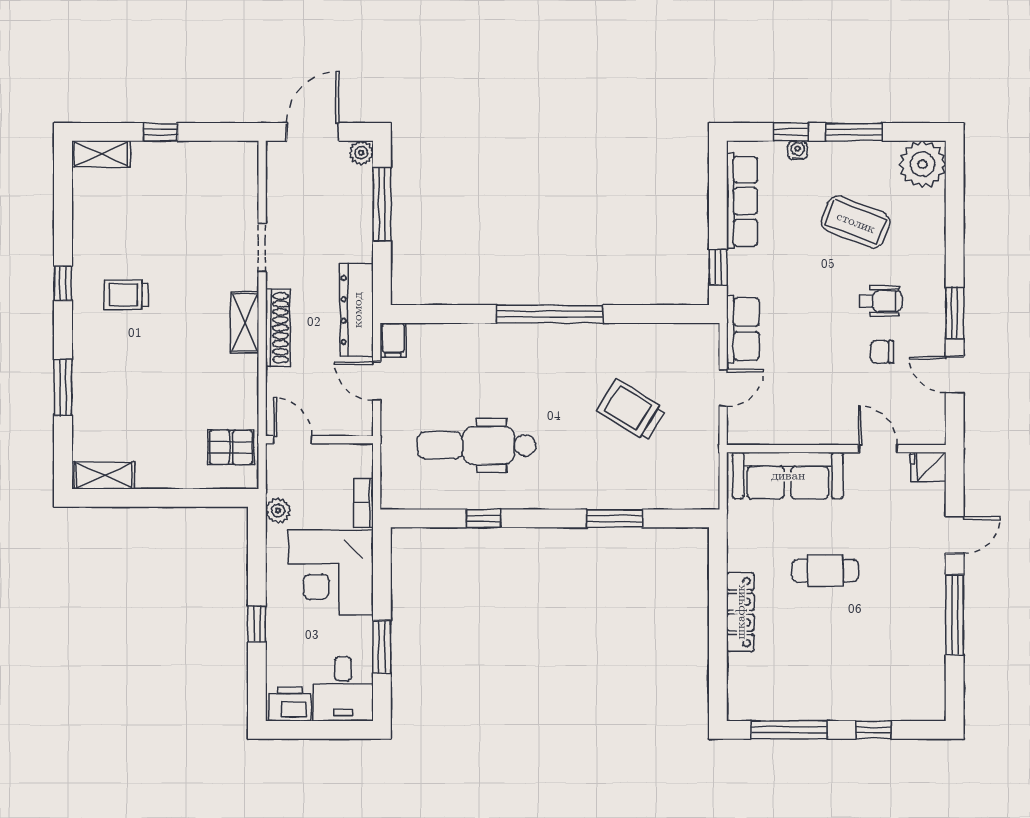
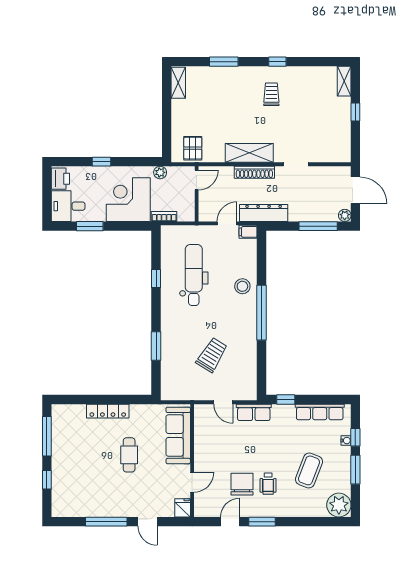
shelving: (245, 322) -> (249, 153), width x1.50, depth x1.33
stool: (499, 351) -> (242, 286), added
chair: (882, 352) -> (242, 484), width x1.87, depth x1.87

